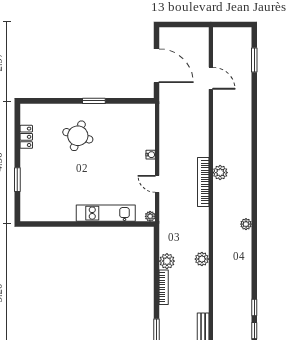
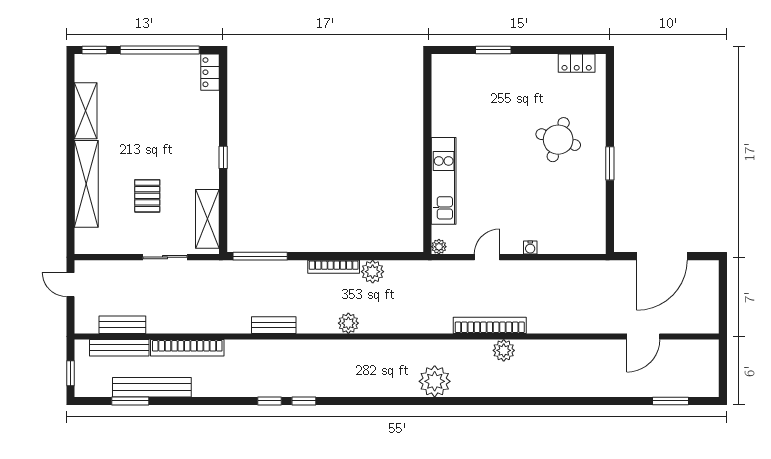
locker: (26, 137) -> (577, 63), moved
plant: (246, 224) -> (435, 381), width x1.87, depth x1.87
plant: (202, 259) -> (348, 323), moved

